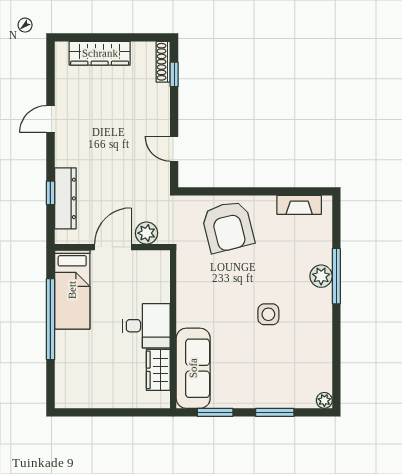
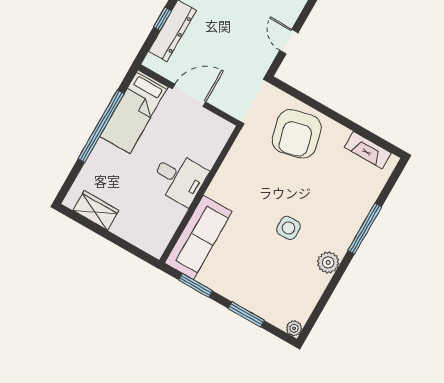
plant: (146, 233) -> (224, 100), removed
plant: (321, 276) -> (328, 262), moved
wardrobe: (158, 370) -> (96, 210), moved, turned 90

